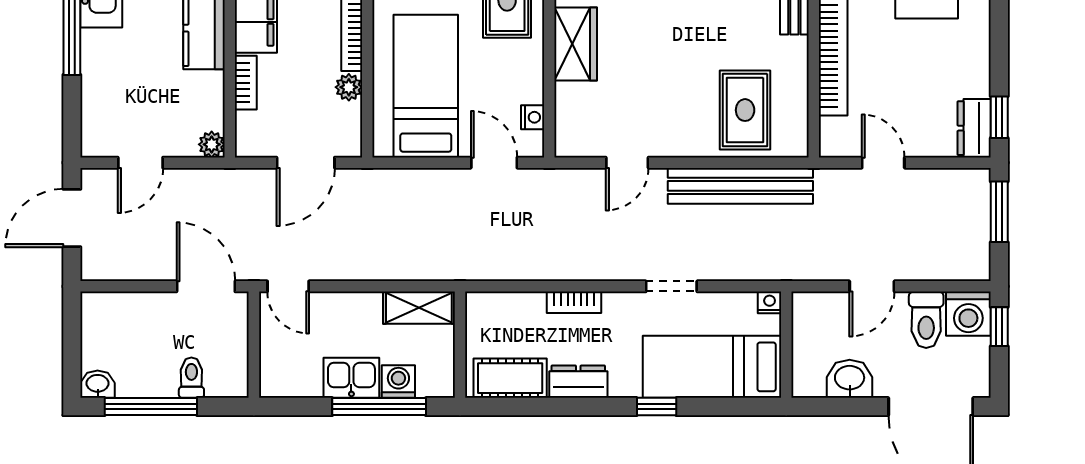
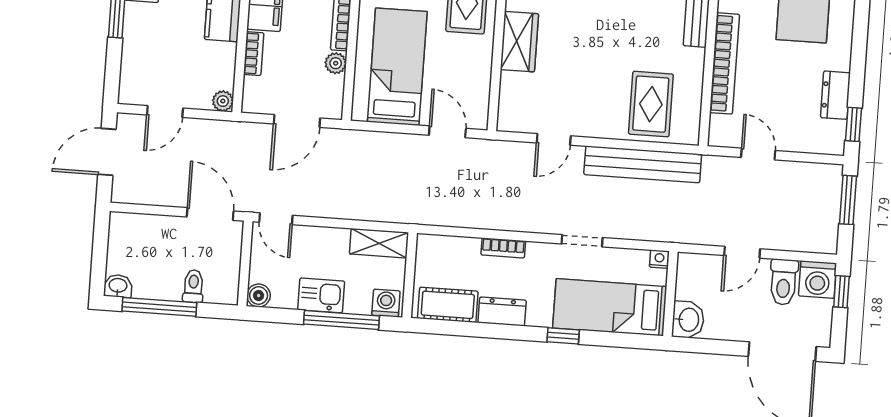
nightstand: (533, 117) -> (481, 98), removed
dresser: (974, 128) -> (835, 95), moved
washbasin: (850, 379) -> (688, 320), moved, turned 90
washing machine: (398, 382) -> (386, 303), moved
boiler: (274, 384) -> (259, 296), added

